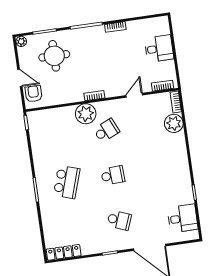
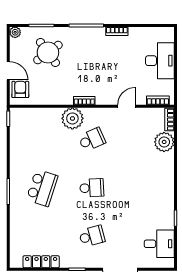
desk: (159, 49) -> (160, 61), width x1.37
round table: (54, 56) -> (48, 53), turned -36
school desk: (119, 220) -> (92, 236), turned -36
locker: (64, 252) -> (41, 262), moved

